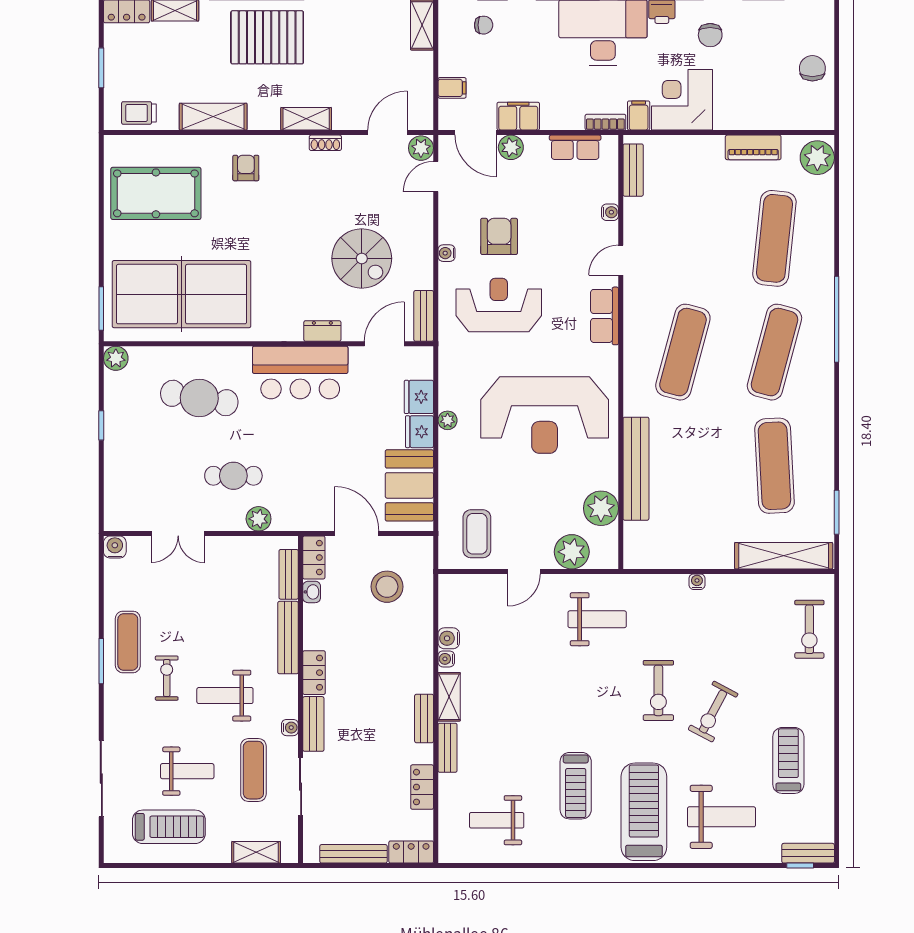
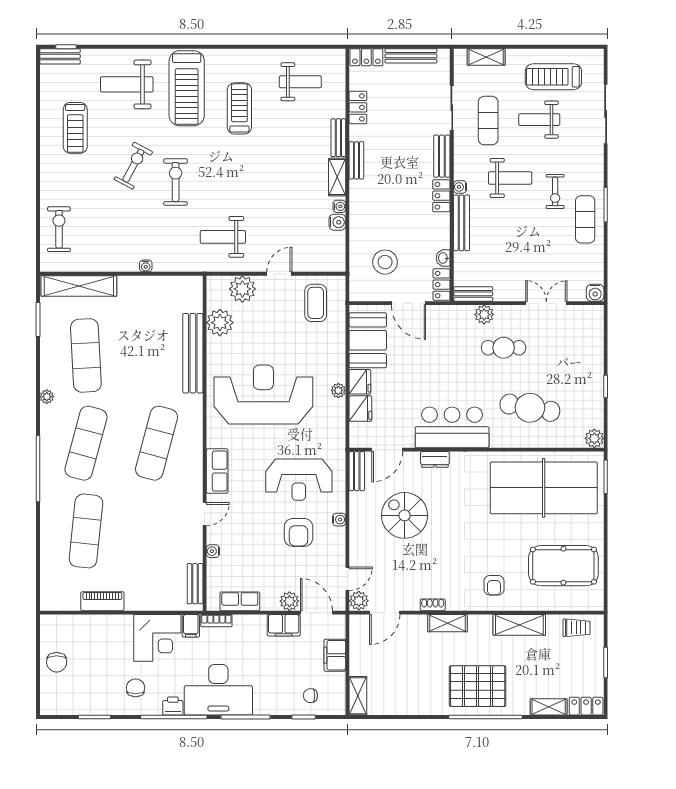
filing cabinet: (452, 88) -> (335, 655), width x2.00
plant: (817, 158) -> (47, 397), moved, width x0.53, depth x0.53
bench: (289, 574) -> (473, 294), moved, turned 90
water cooler: (290, 728) -> (460, 187), moved

